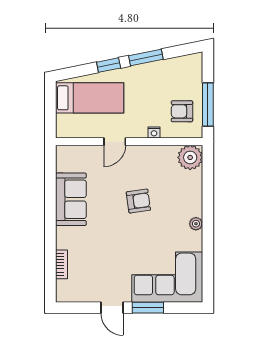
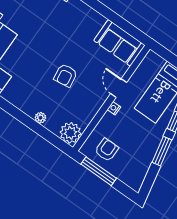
nightstand: (154, 132) -> (114, 108), moved
sofa: (71, 199) -> (119, 43), moved
plant: (196, 224) -> (40, 118), moved

